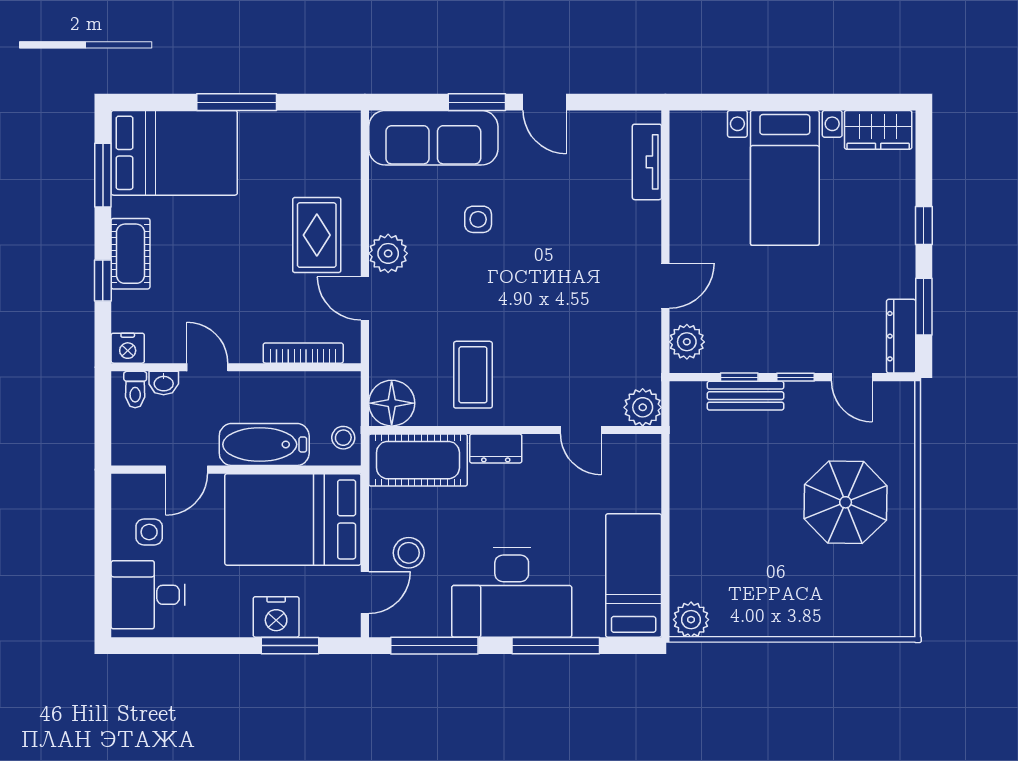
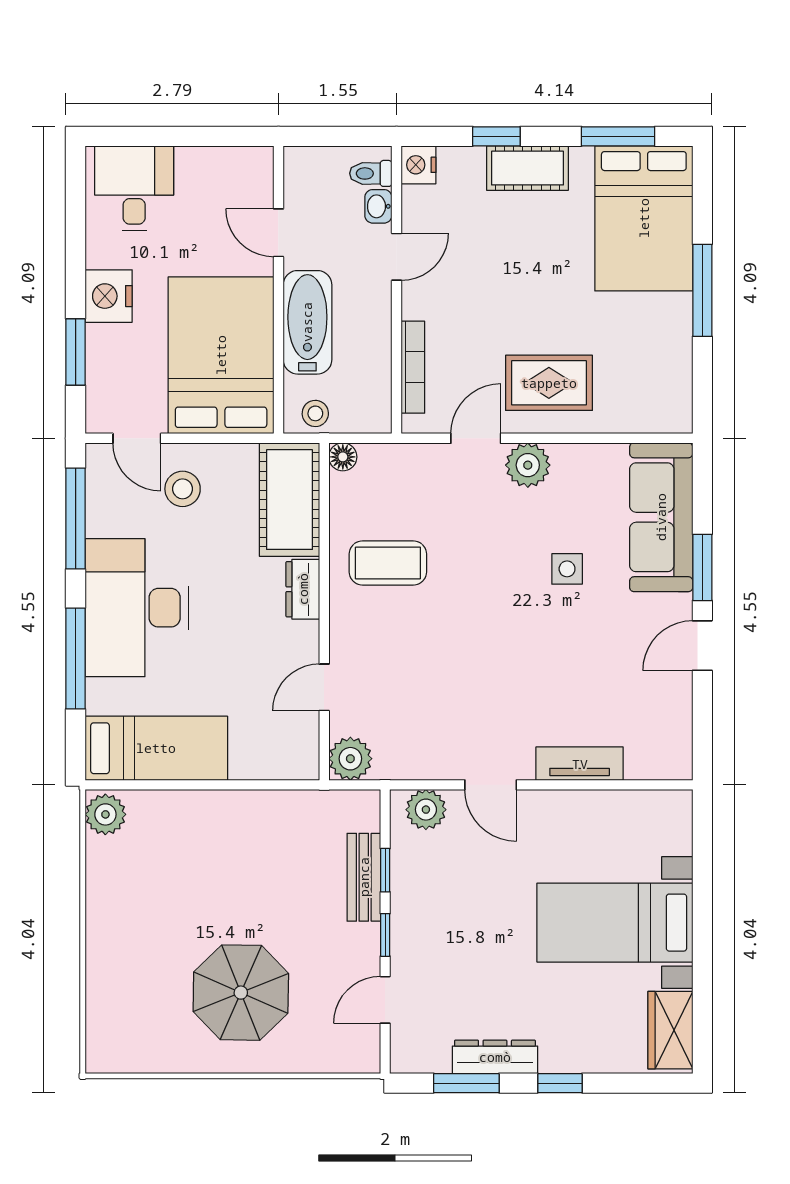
tv unit: (647, 162) -> (580, 764), moved
dresser: (901, 336) -> (495, 1057), moved
floor lamp: (392, 403) -> (343, 457), width x0.53, depth x0.53
side table: (149, 532) -> (207, 189), removed
nightstand: (276, 617) -> (109, 296), moved

